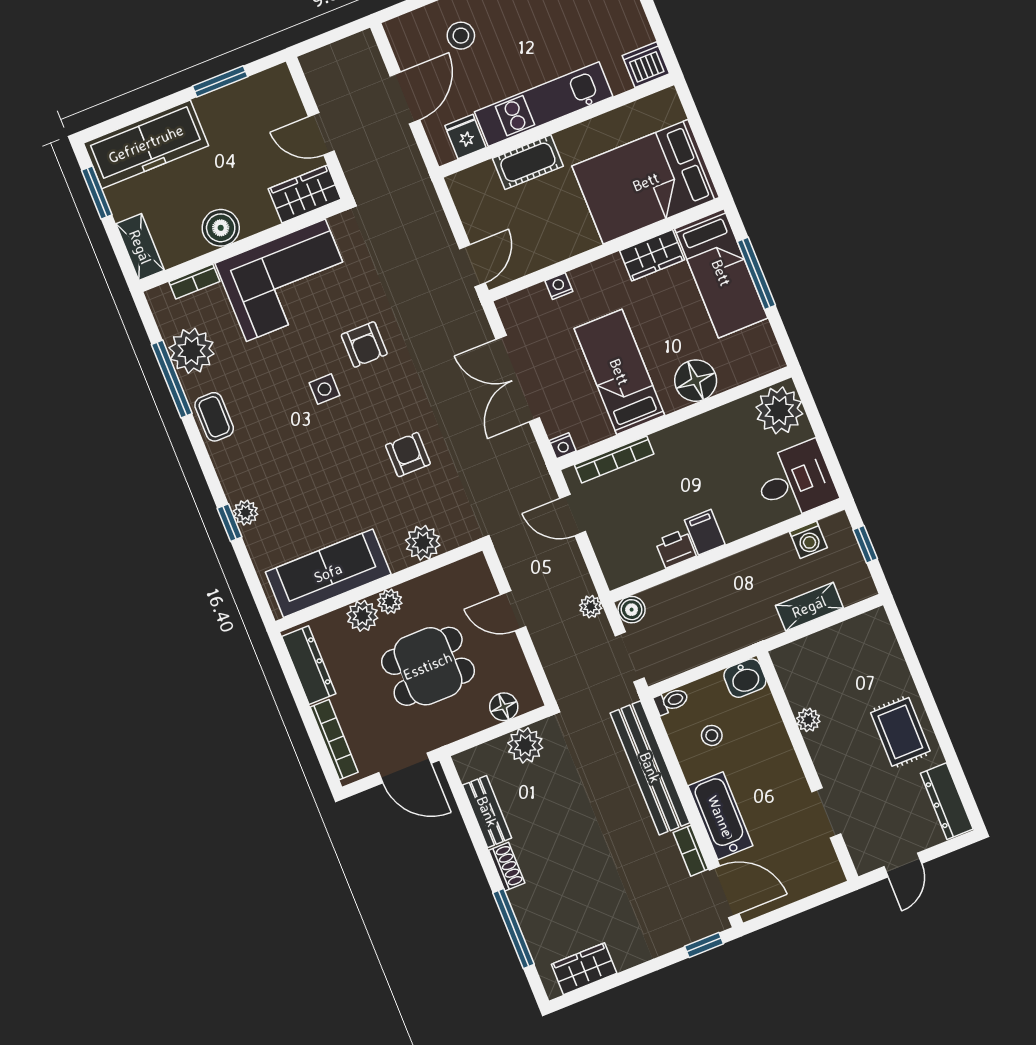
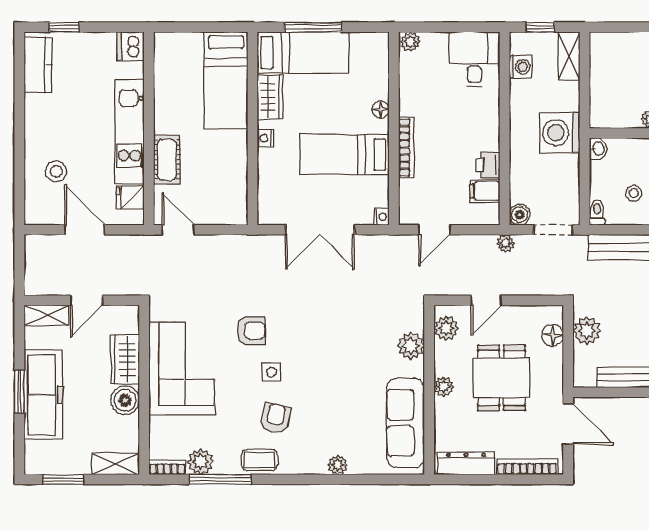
window: (220, 81) -> (19, 392), moved
shelving: (285, 93) -> (46, 315), added
freezer: (146, 144) -> (43, 395), moved
bed: (646, 182) -> (226, 80), width x0.67
wardrobe: (305, 194) -> (125, 359), moved
door: (472, 266) -> (178, 230), moved
bookcase: (194, 282) -> (167, 467), moved, turned -90
nightstand: (559, 286) -> (265, 138), moved
plant: (192, 351) -> (201, 462), width x0.73, depth x0.73
floor lamp: (696, 381) -> (381, 110), width x0.53, depth x0.53
plant: (779, 410) -> (410, 42), width x0.53, depth x0.53
armchair: (408, 455) -> (275, 418), moved, turned 103
bookcase: (614, 459) -> (406, 147), moved
window: (230, 523) -> (340, 479), removed
filing cabinet: (705, 532) -> (485, 191), moved
shelving: (809, 607) -> (569, 56), moved
plant: (362, 616) -> (446, 328), moved
washing machine: (749, 618) -> (560, 133), added
washbasin: (745, 678) -> (598, 149), width x0.72, depth x0.69
door: (405, 768) -> (568, 424), hinge flipped

